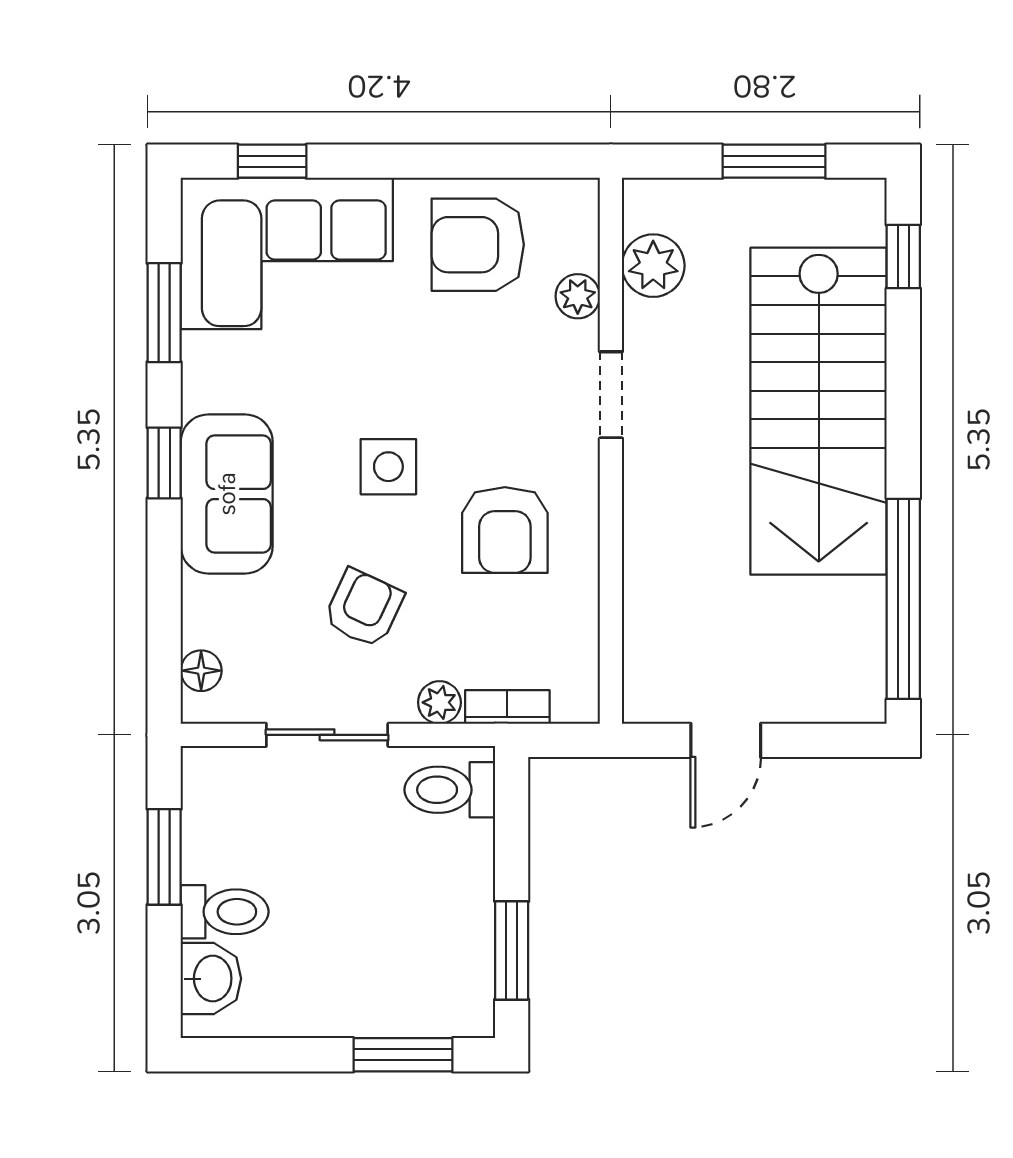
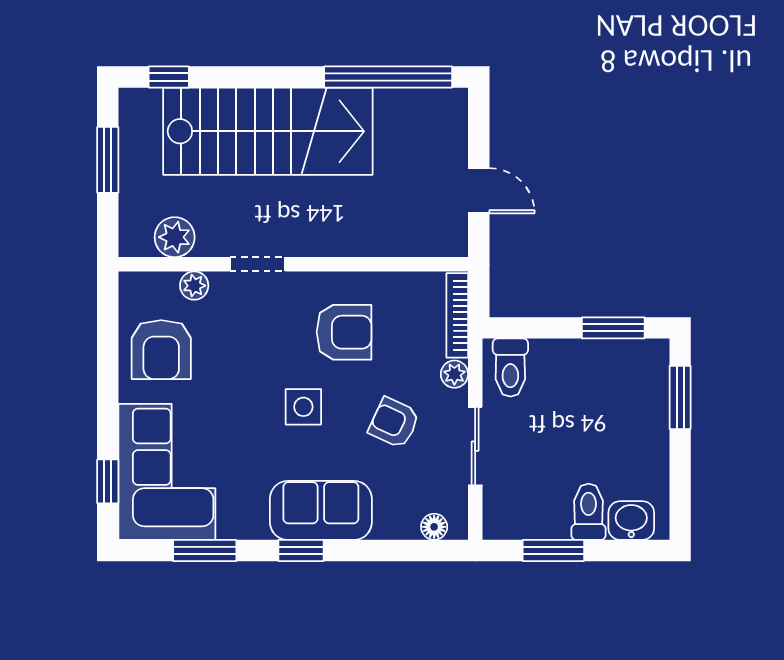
bookcase: (507, 707) -> (457, 315), width x1.56

